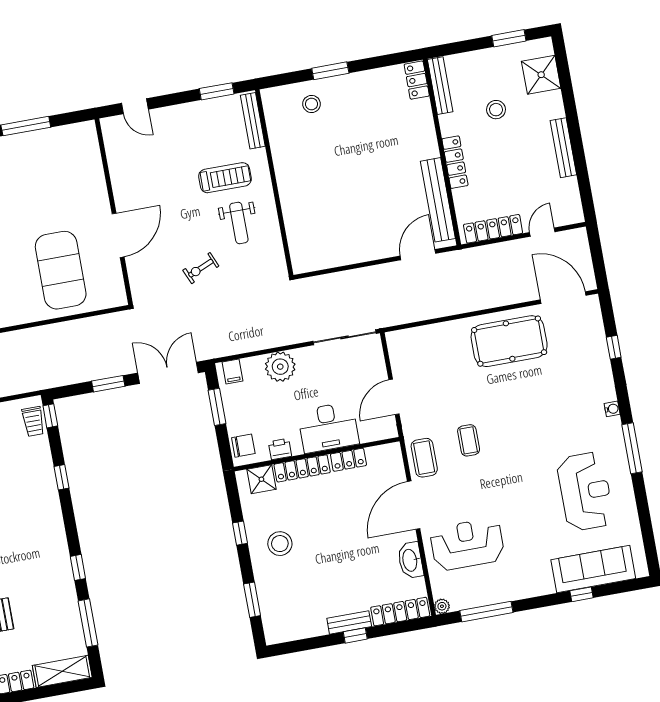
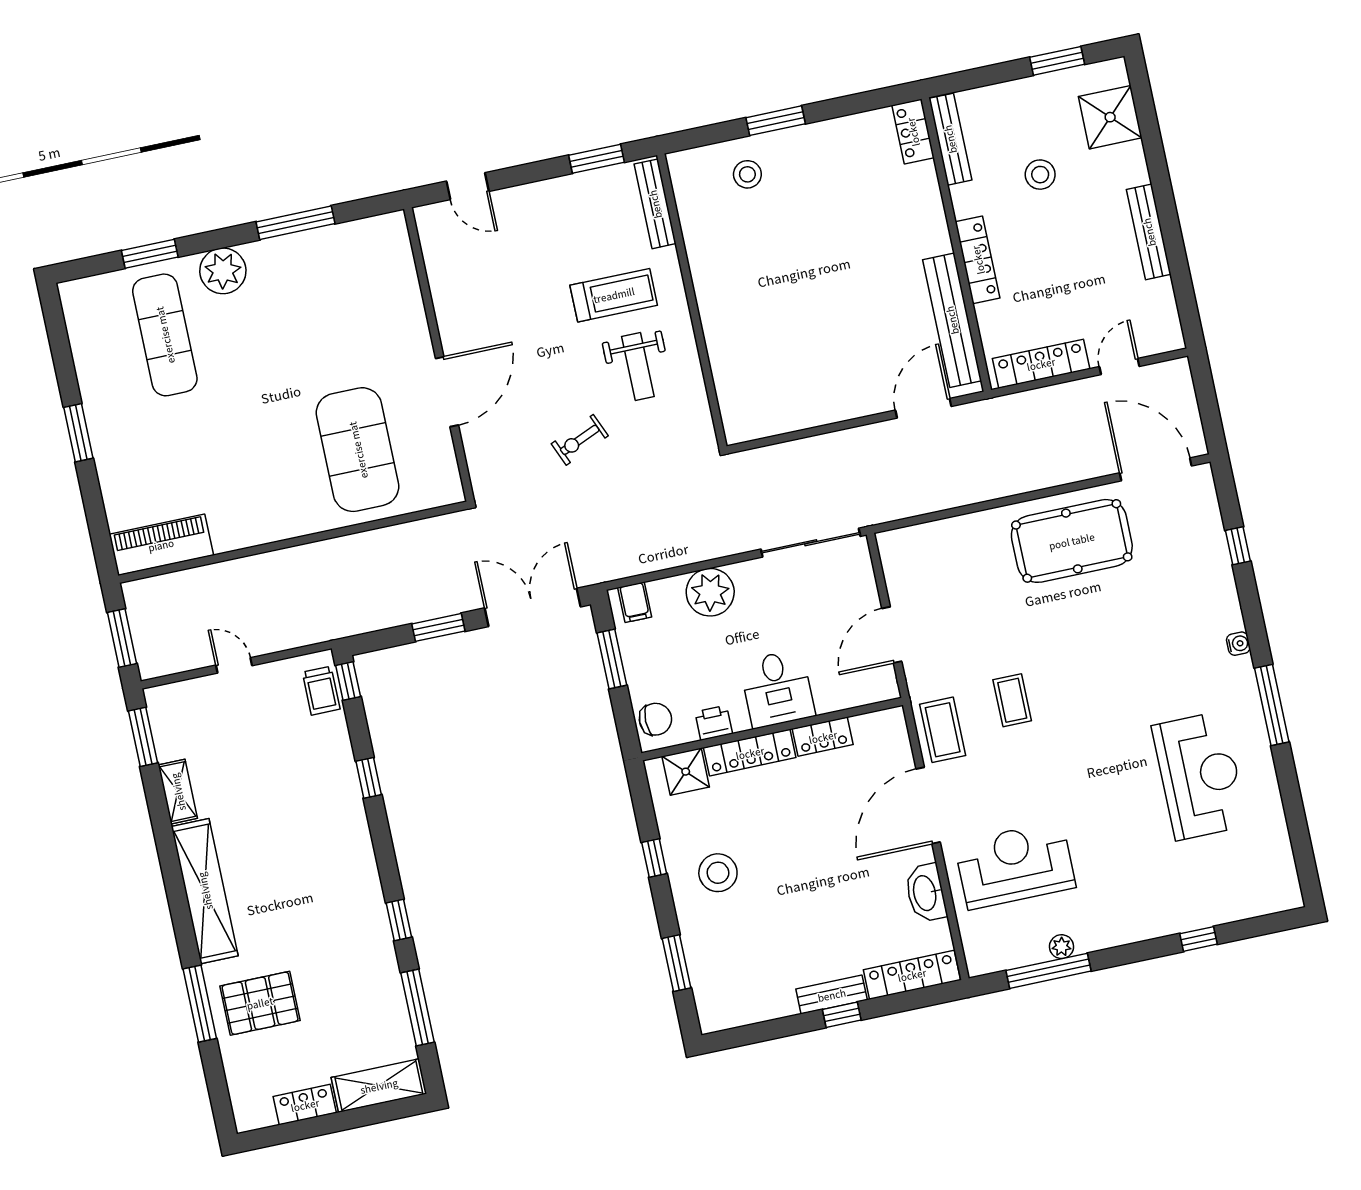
desk: (328, 427) -> (777, 689), width x0.73
sofa: (593, 569) -> (1216, 898), removed
plant: (442, 606) -> (1062, 947), moved

